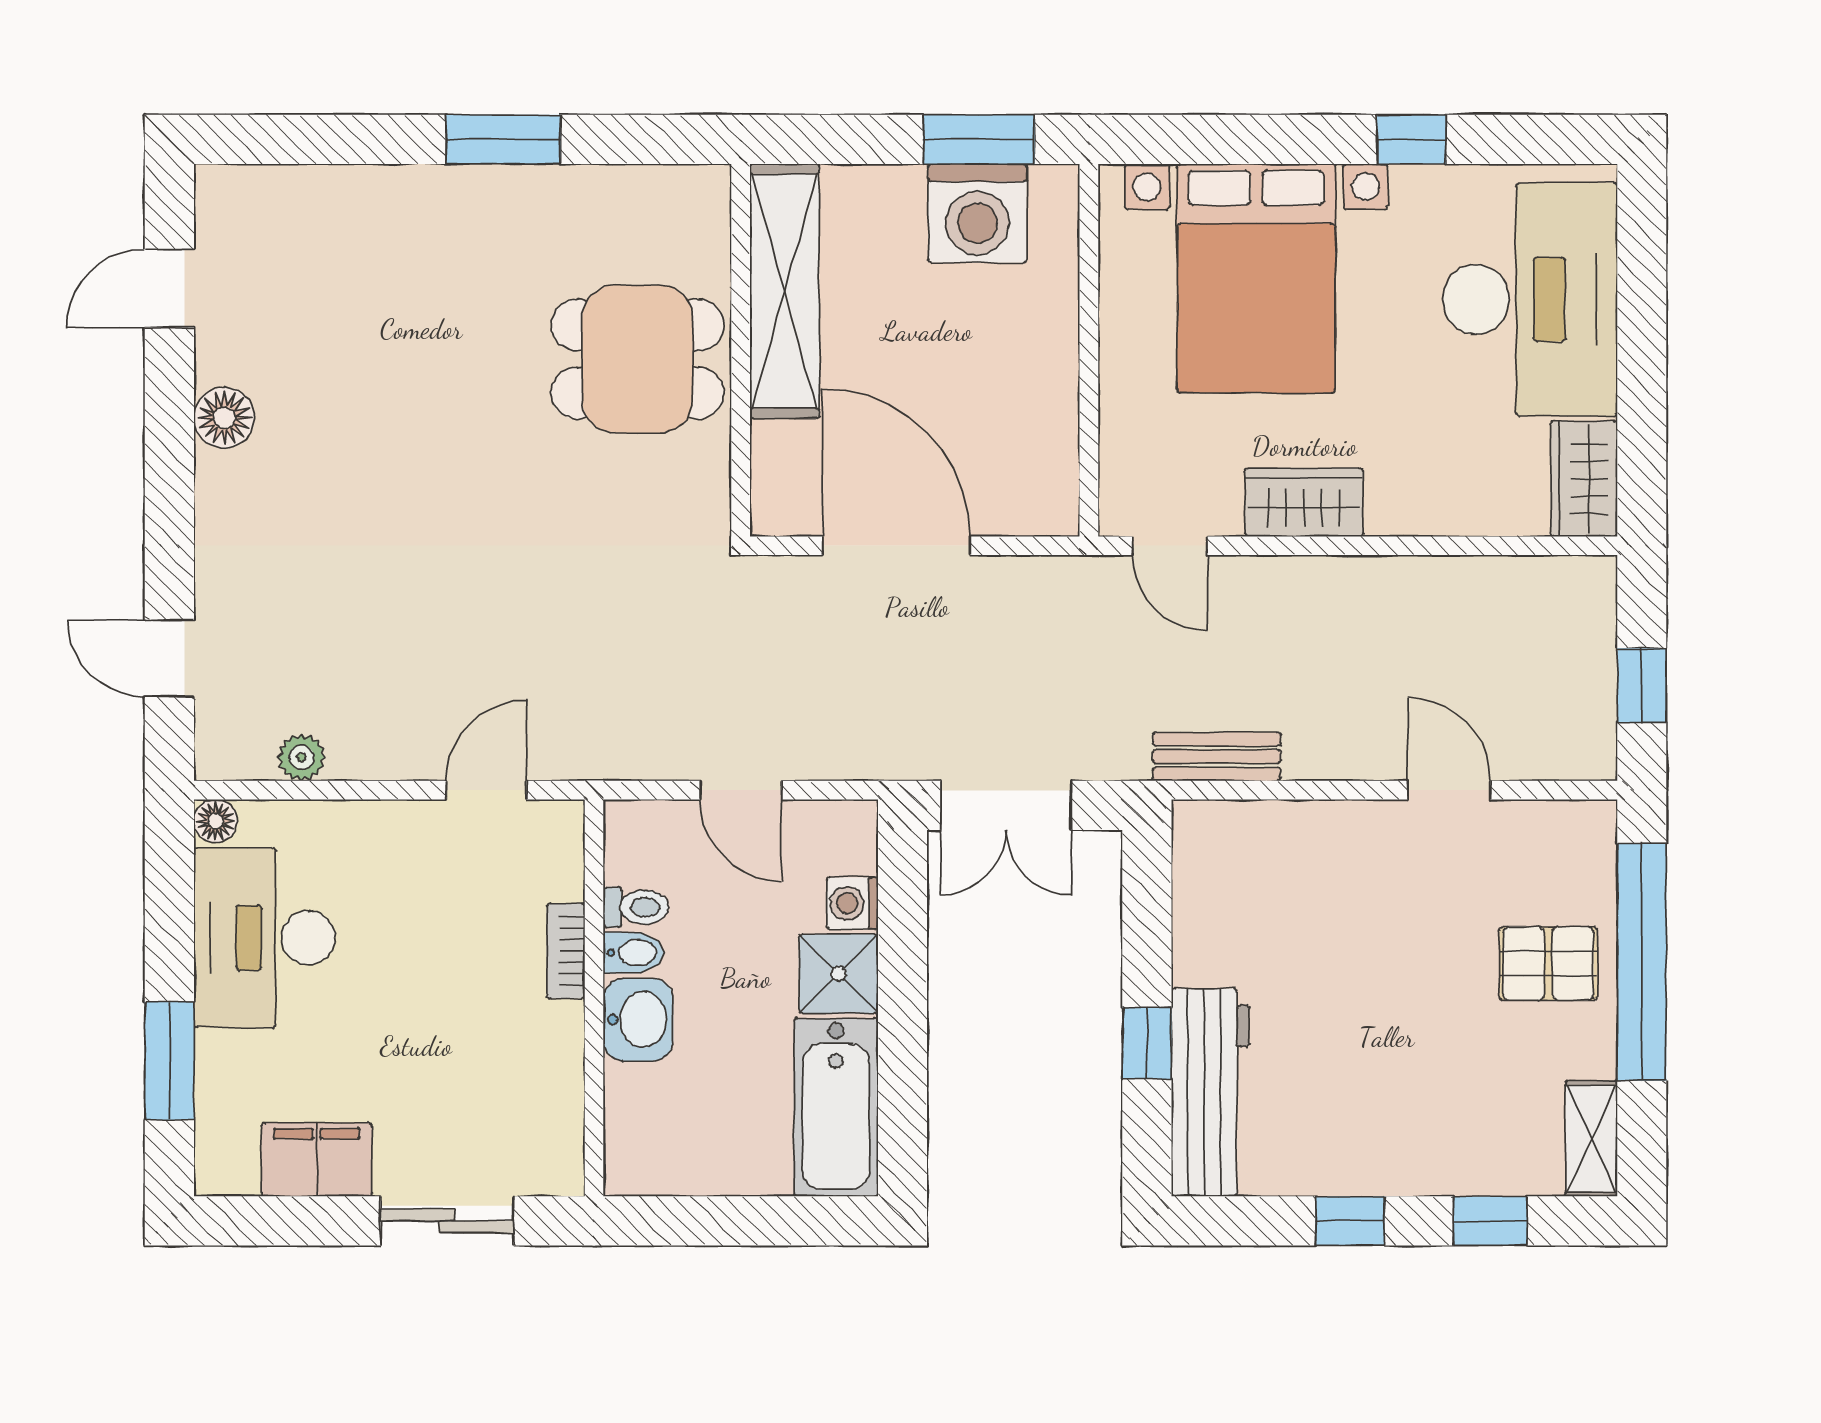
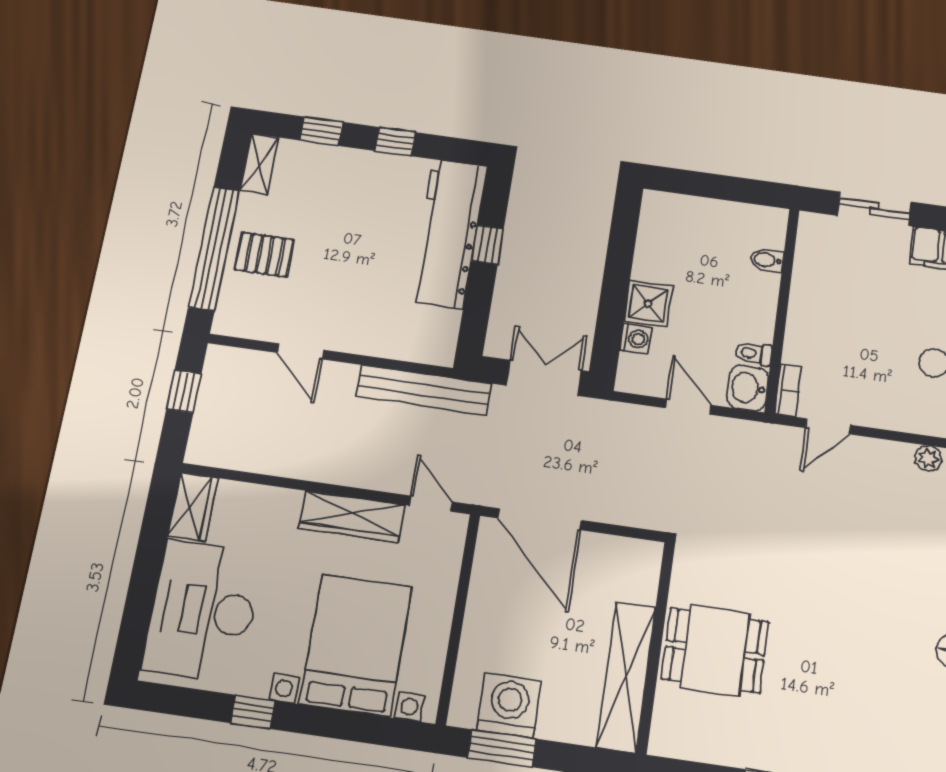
wardrobe: (1304, 502) -> (352, 516), width x1.50
door: (896, 546) -> (540, 519), moved
bench: (1217, 757) -> (424, 390), width x1.86, depth x1.21
bookcase: (566, 951) -> (788, 390), moved
bidet: (633, 953) -> (767, 260), moved
washbasin: (638, 1020) -> (748, 388), moved
workbench: (1210, 1093) -> (448, 233), width x1.36, depth x1.32
bathtub: (836, 1107) -> (659, 236), removed

